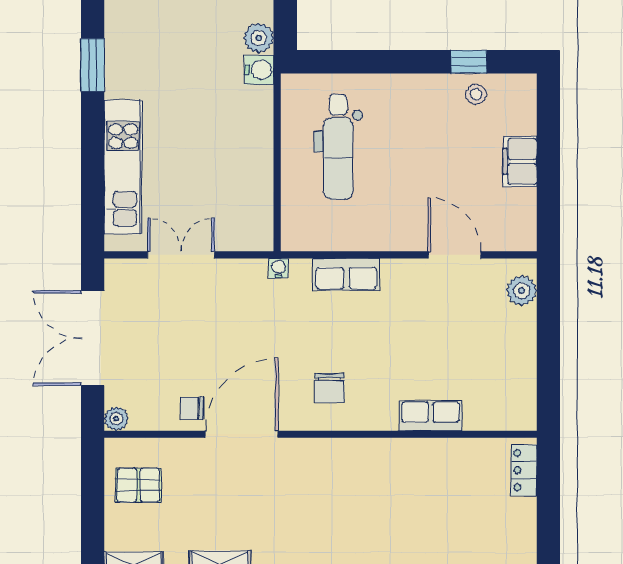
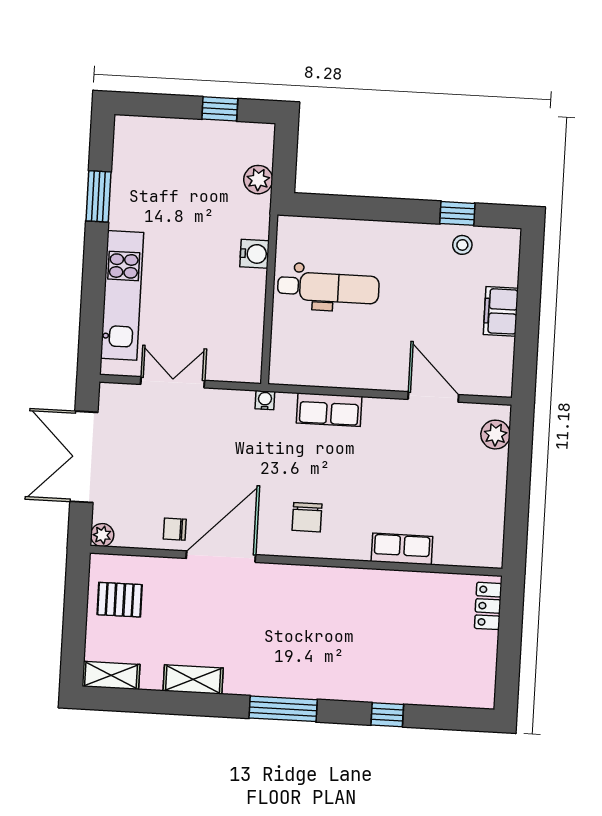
water cooler: (259, 70) -> (255, 254), moved
dental chair: (338, 147) -> (328, 288), turned -90

